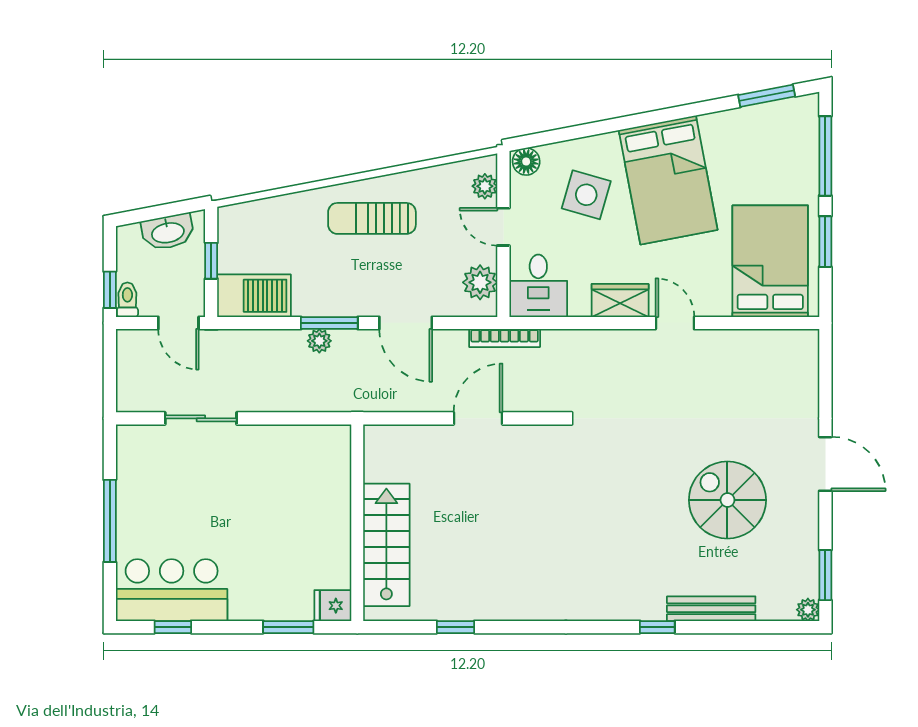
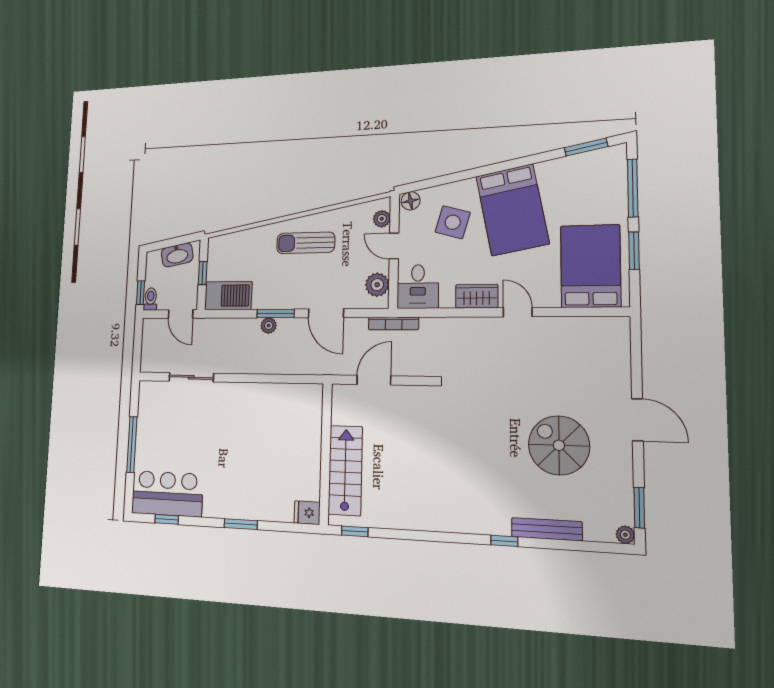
wall: (357, 523) -> (326, 454), moved
stairs: (386, 545) -> (345, 470), moved
fridge: (333, 606) -> (307, 513), moved

